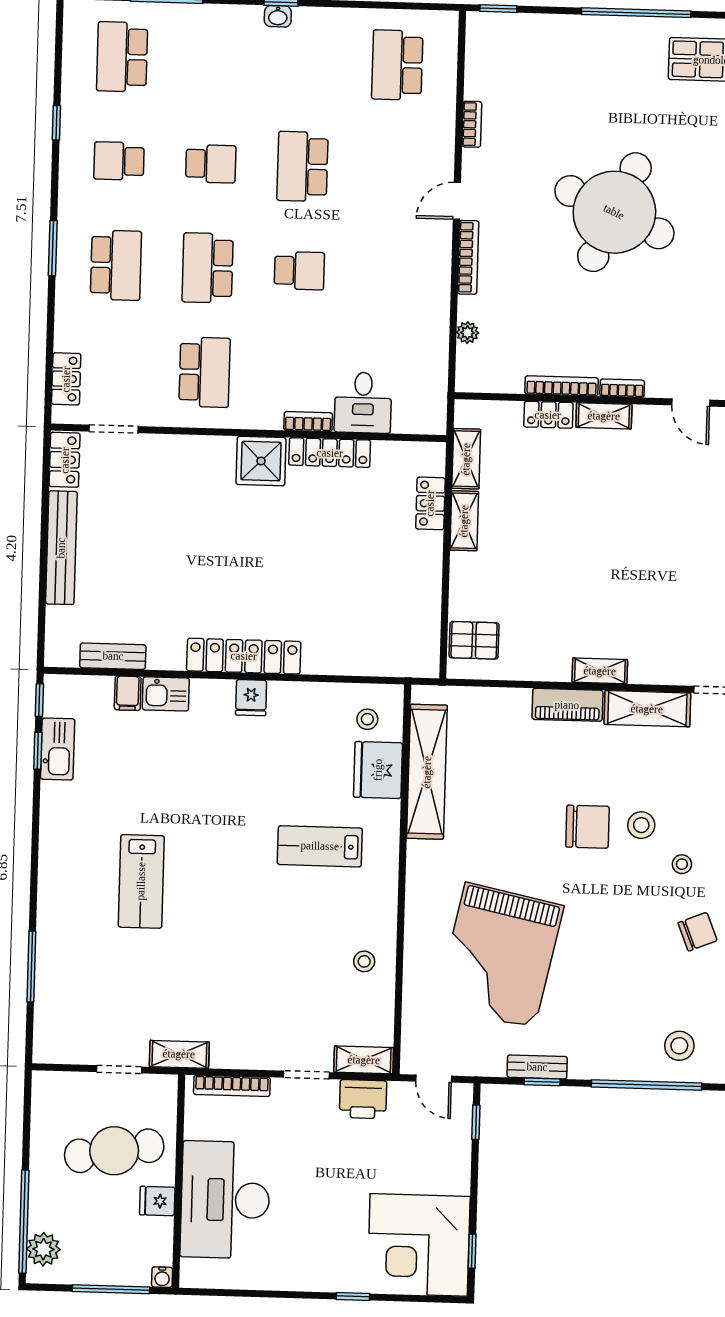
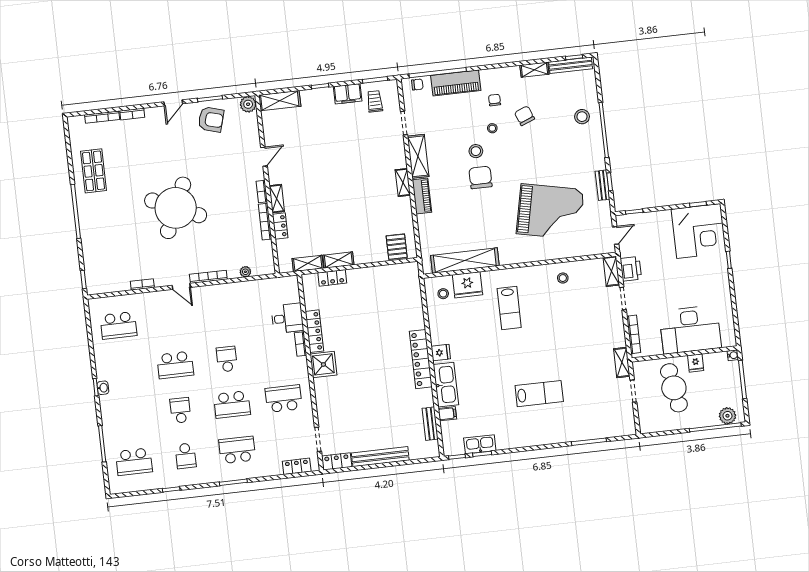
kitchen sink: (166, 694) -> (446, 385), width x1.88, depth x1.24

